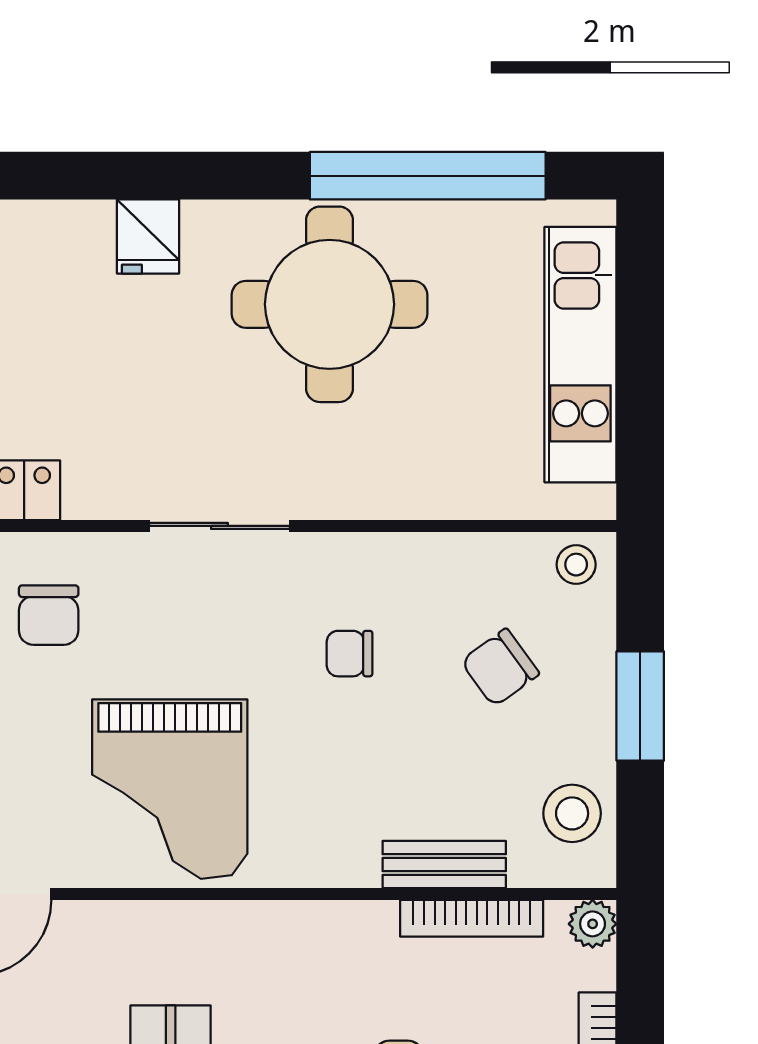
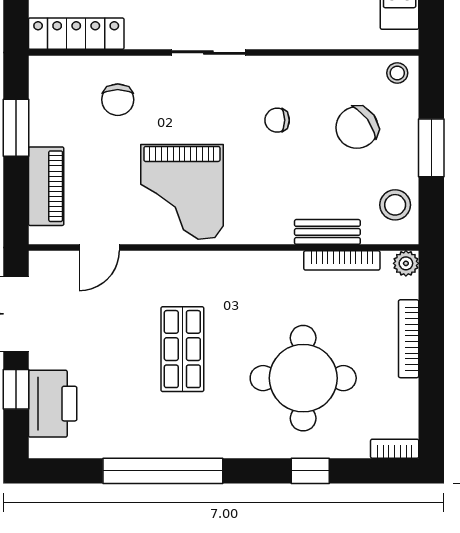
chair: (500, 668) -> (357, 128), width x1.37, depth x1.37

